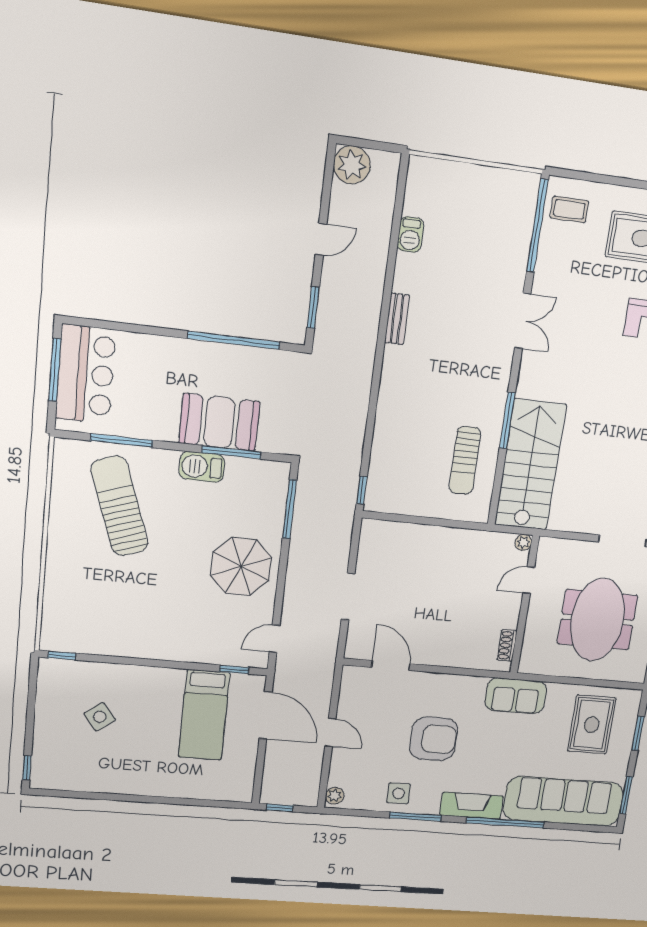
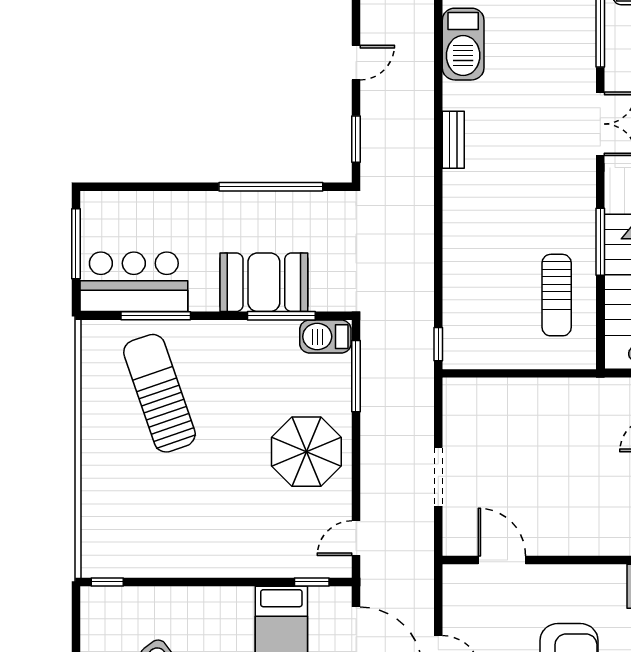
barbecue: (410, 235) -> (463, 44), width x1.88, depth x1.53
bar counter: (86, 374) -> (134, 282), moved, turned -90
barbecue: (202, 467) -> (325, 337), moved

